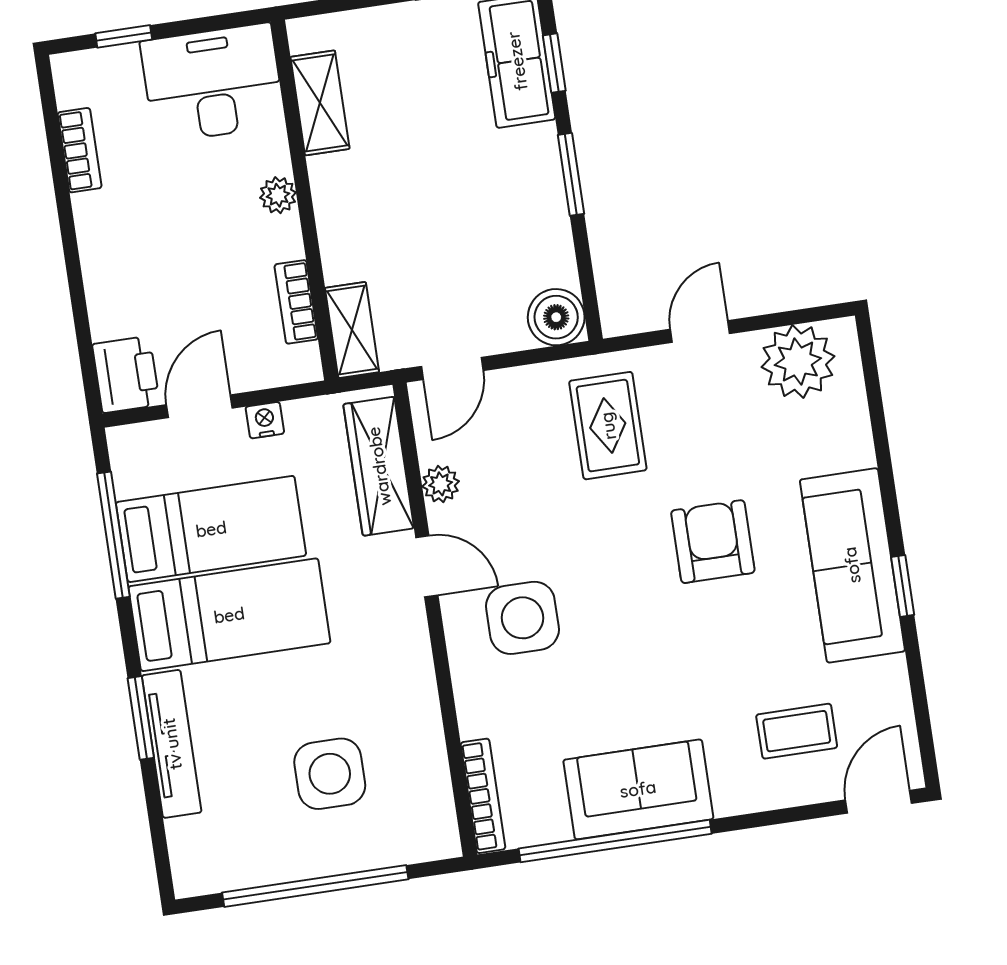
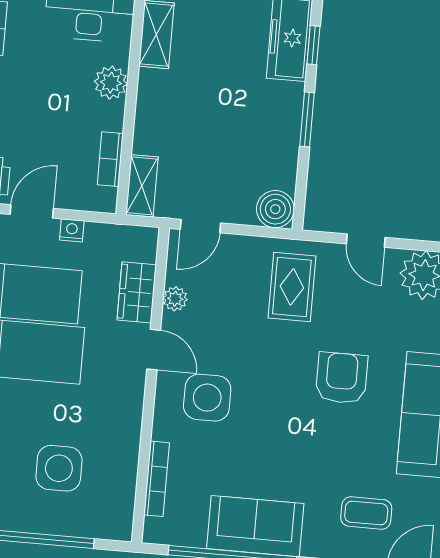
plant: (278, 195) -> (111, 83), width x1.38, depth x1.38
door: (700, 331) -> (366, 241), swing flipped
wardrobe: (379, 466) -> (137, 292), width x0.67
bookcase: (483, 796) -> (157, 479), moved

